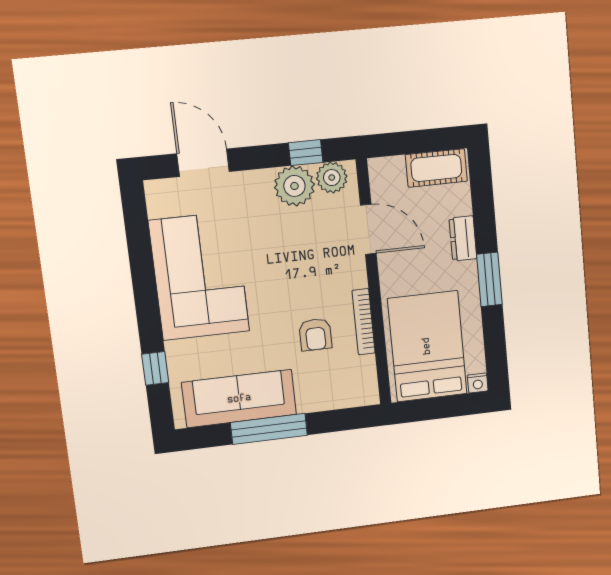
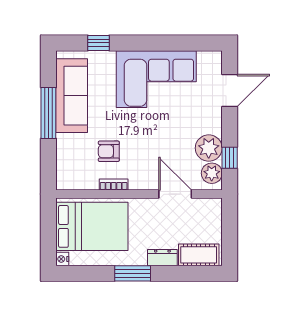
cot: (436, 168) -> (199, 255), moved, turned 90
door: (368, 229) -> (175, 194), swing flipped
bookcase: (364, 322) -> (114, 185), width x0.64

